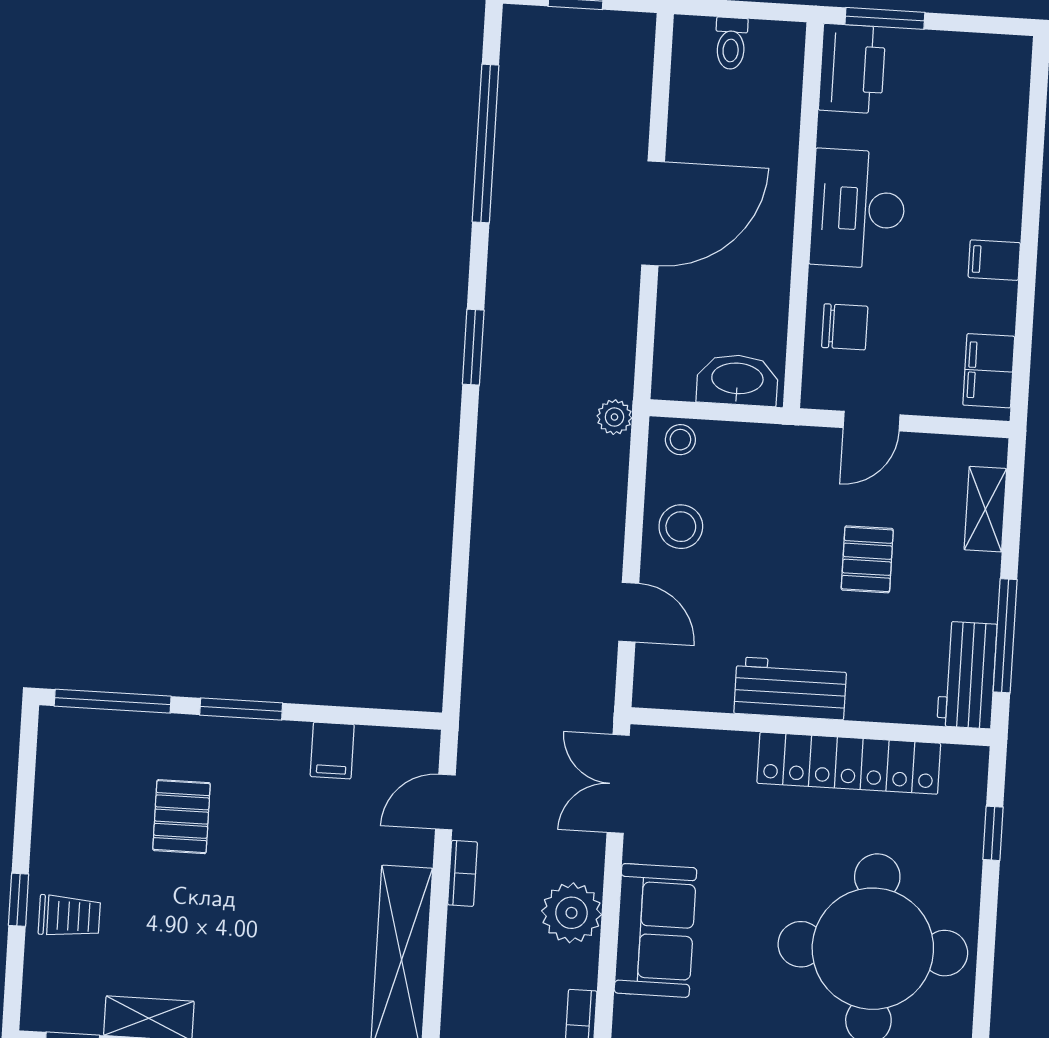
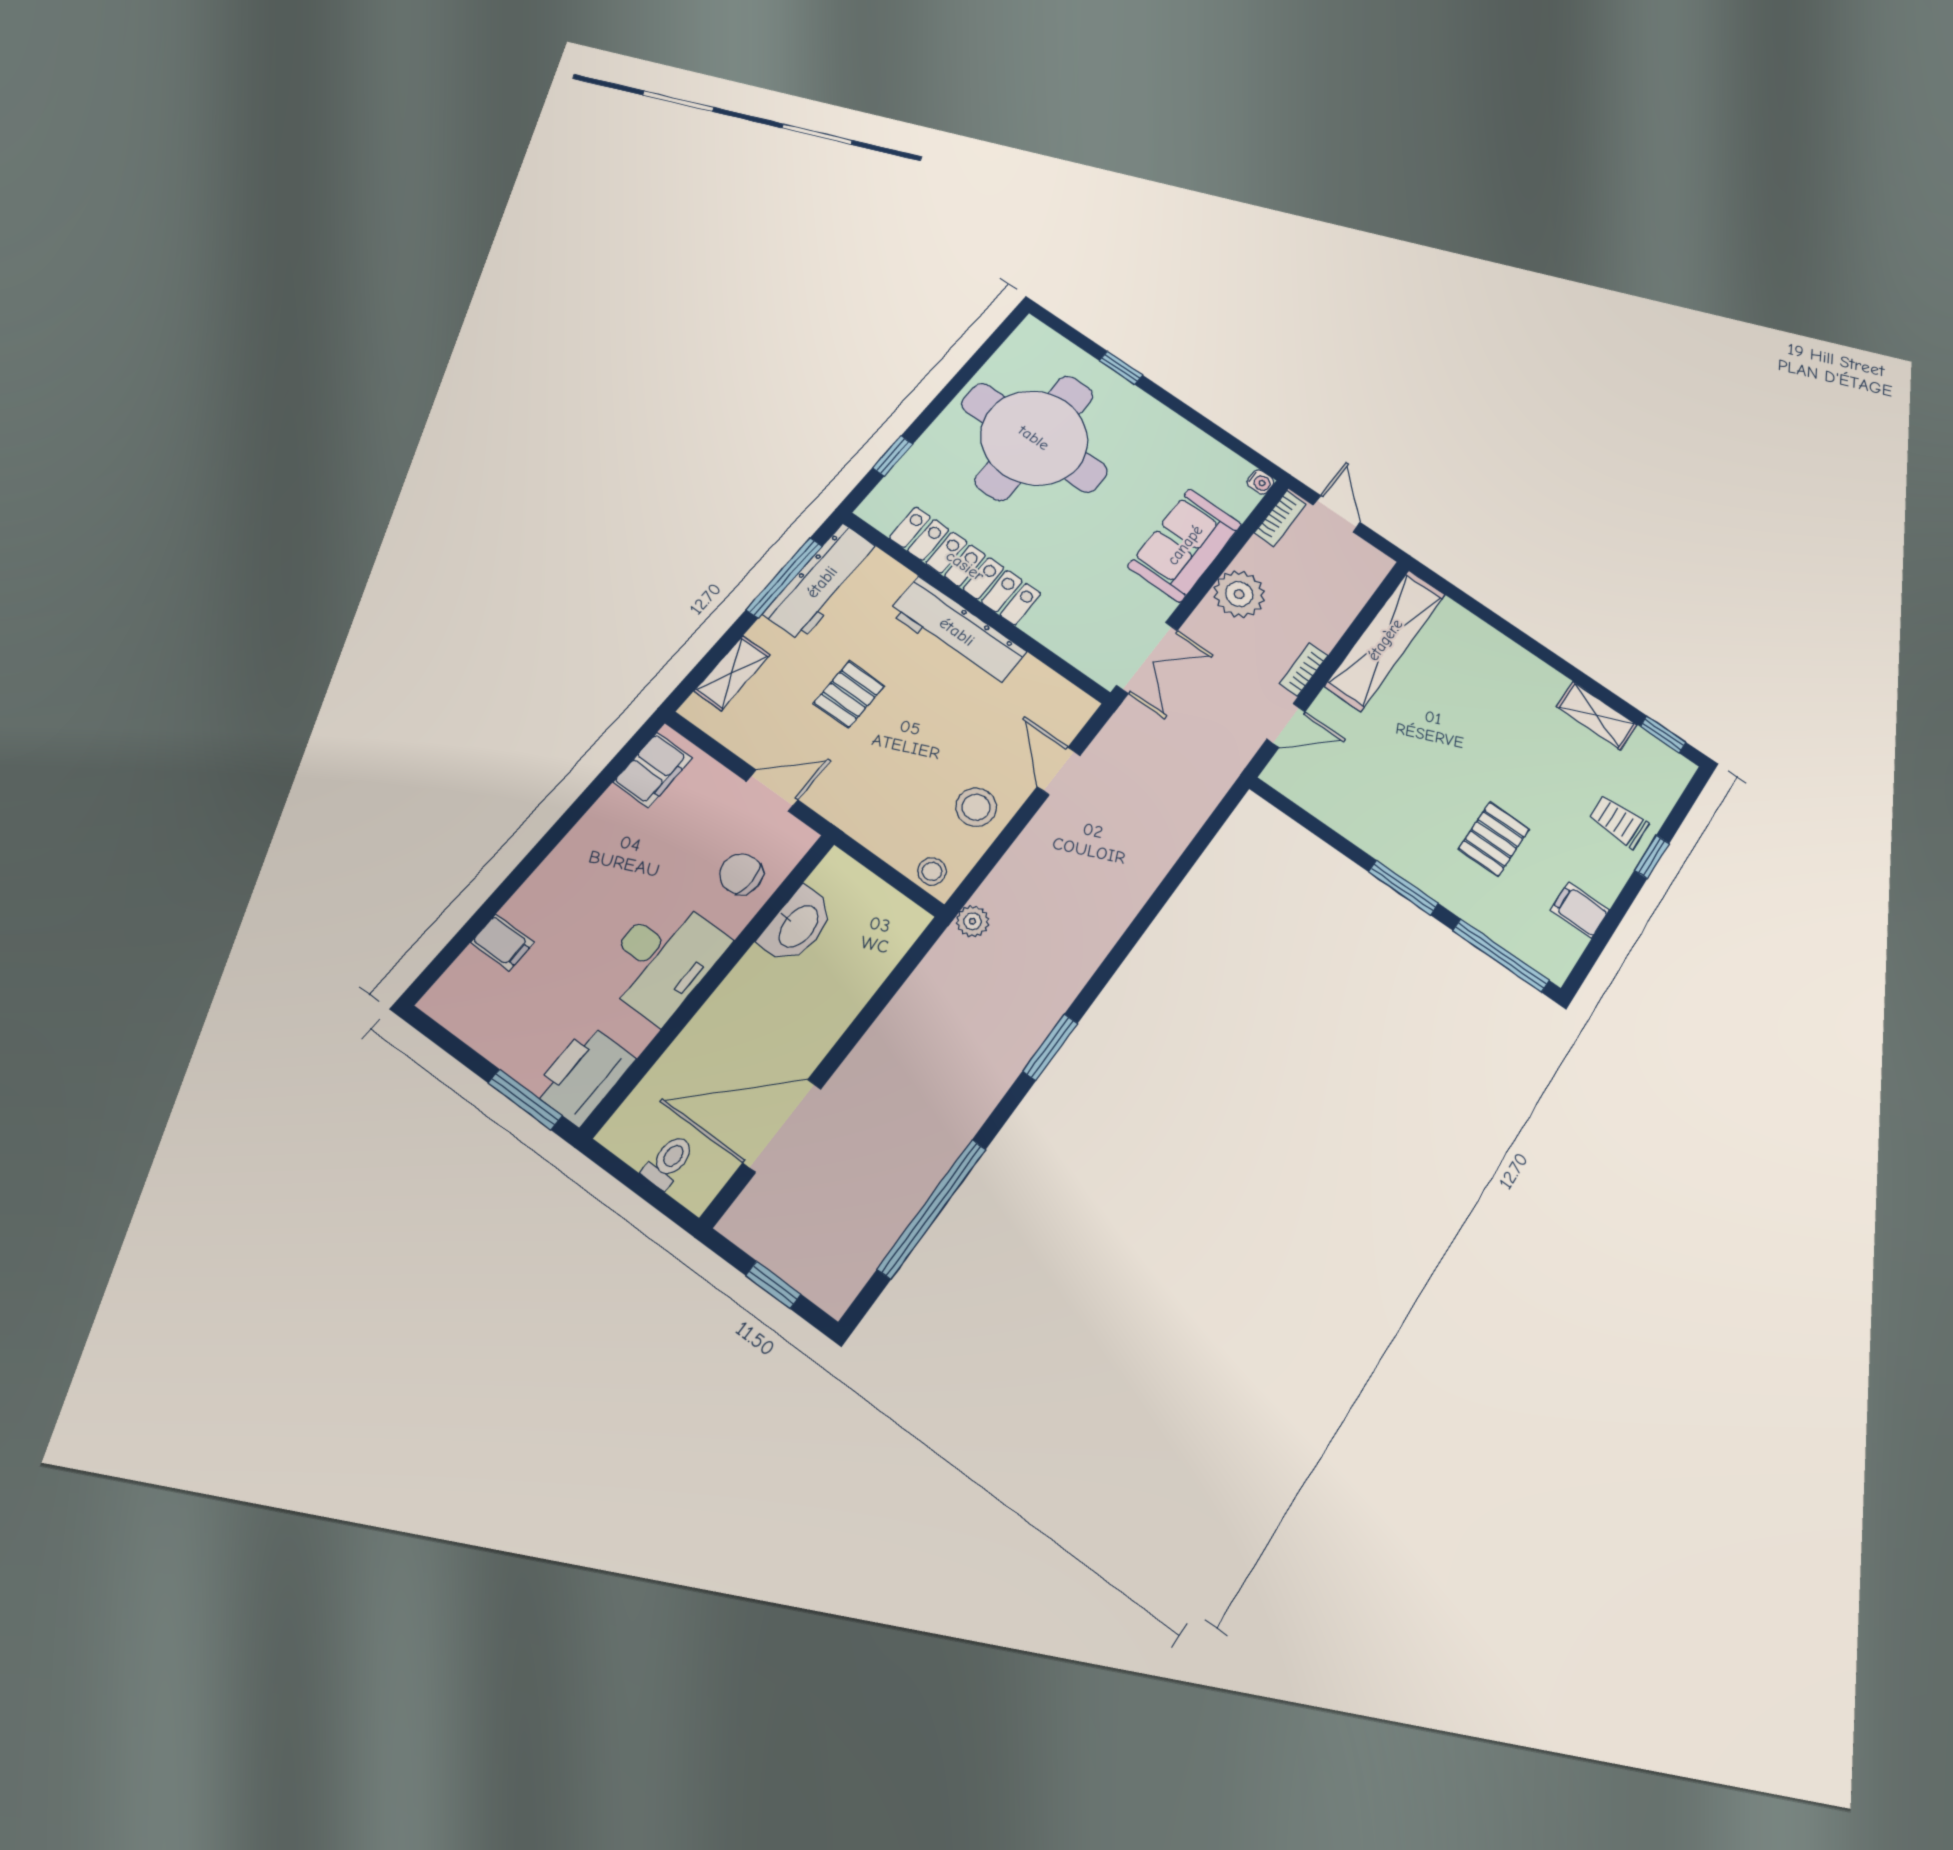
door: (653, 213) -> (782, 1126), moved
filing cabinet: (994, 260) -> (502, 942), moved
washbasin: (737, 380) -> (797, 926), moved, turned -90
workbench: (967, 675) -> (822, 582), width x1.38
workbench: (790, 688) -> (957, 632), width x1.37
filing cabinet: (332, 750) -> (1580, 910), moved, turned -90

